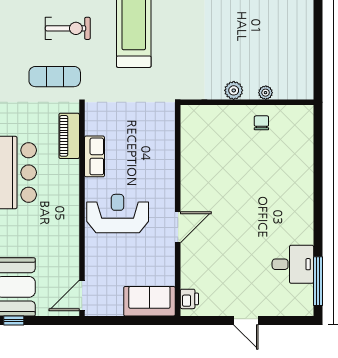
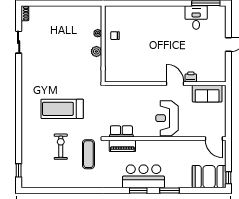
row of seats: (94, 156) -> (121, 131), moved
printer: (189, 299) -> (191, 77), moved
sofa: (149, 301) -> (207, 94), moved, turned -90

